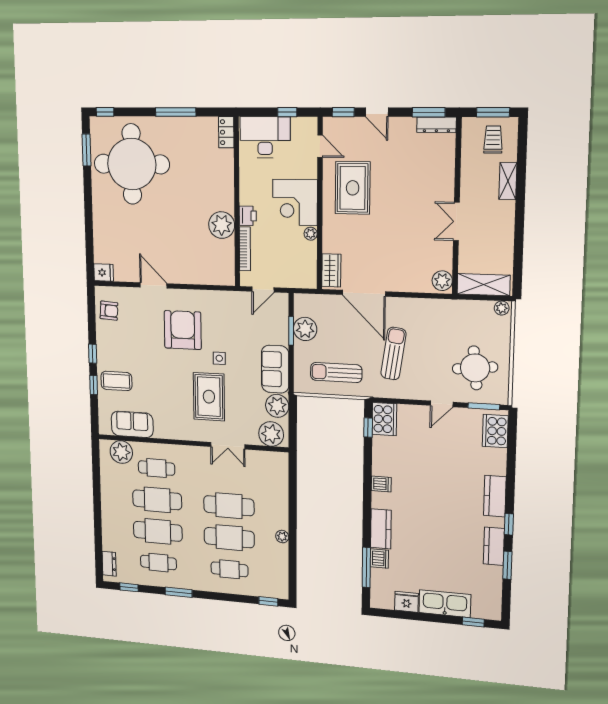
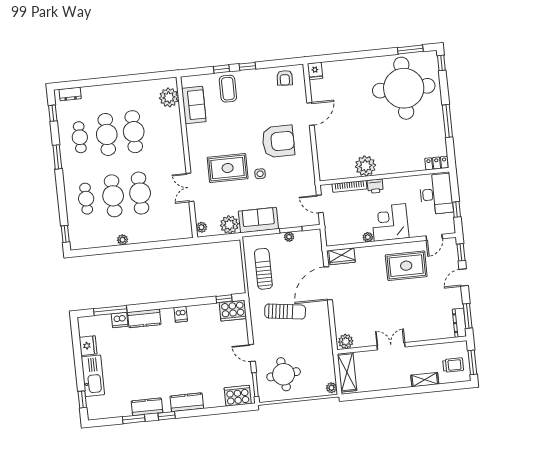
plant: (305, 329) -> (289, 237), width x0.53, depth x0.53
plant: (271, 434) -> (201, 227), width x0.53, depth x0.53
cafe table: (156, 468) -> (161, 129), removed

